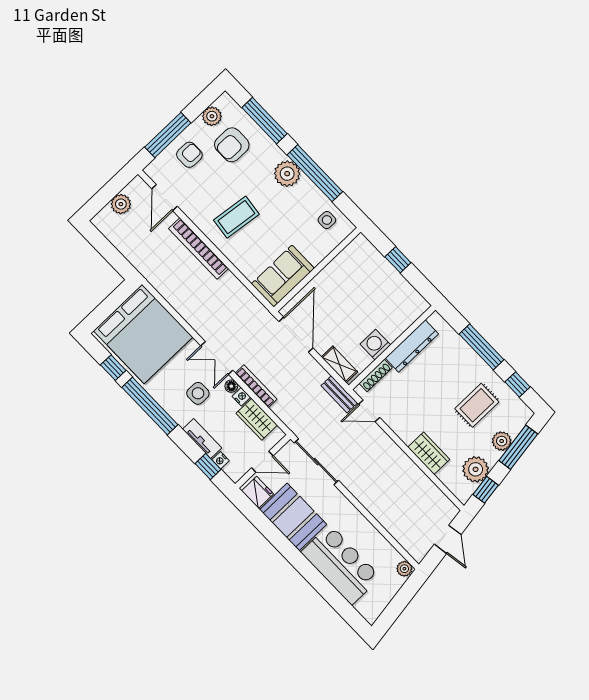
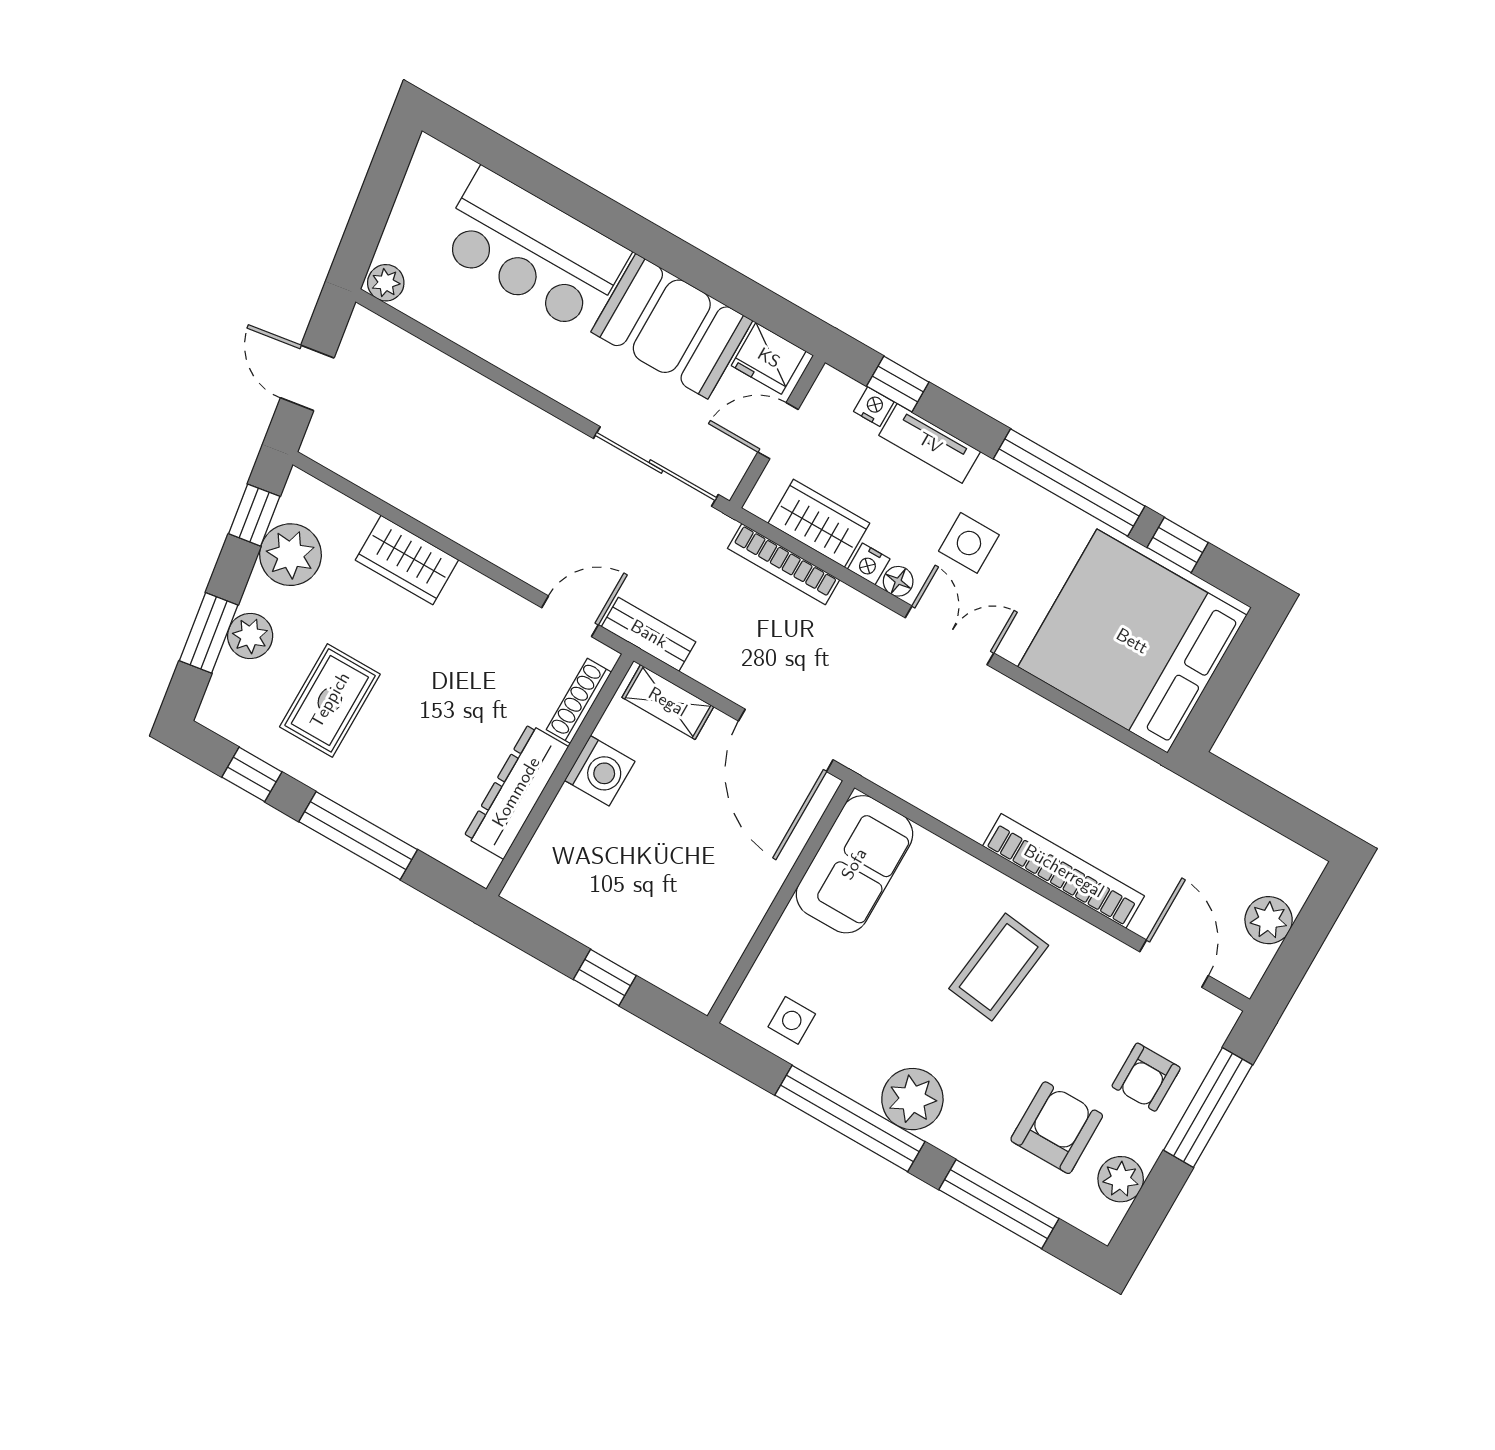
bookcase: (256, 386) -> (784, 564), moved
window: (518, 447) -> (209, 633), width x0.69

